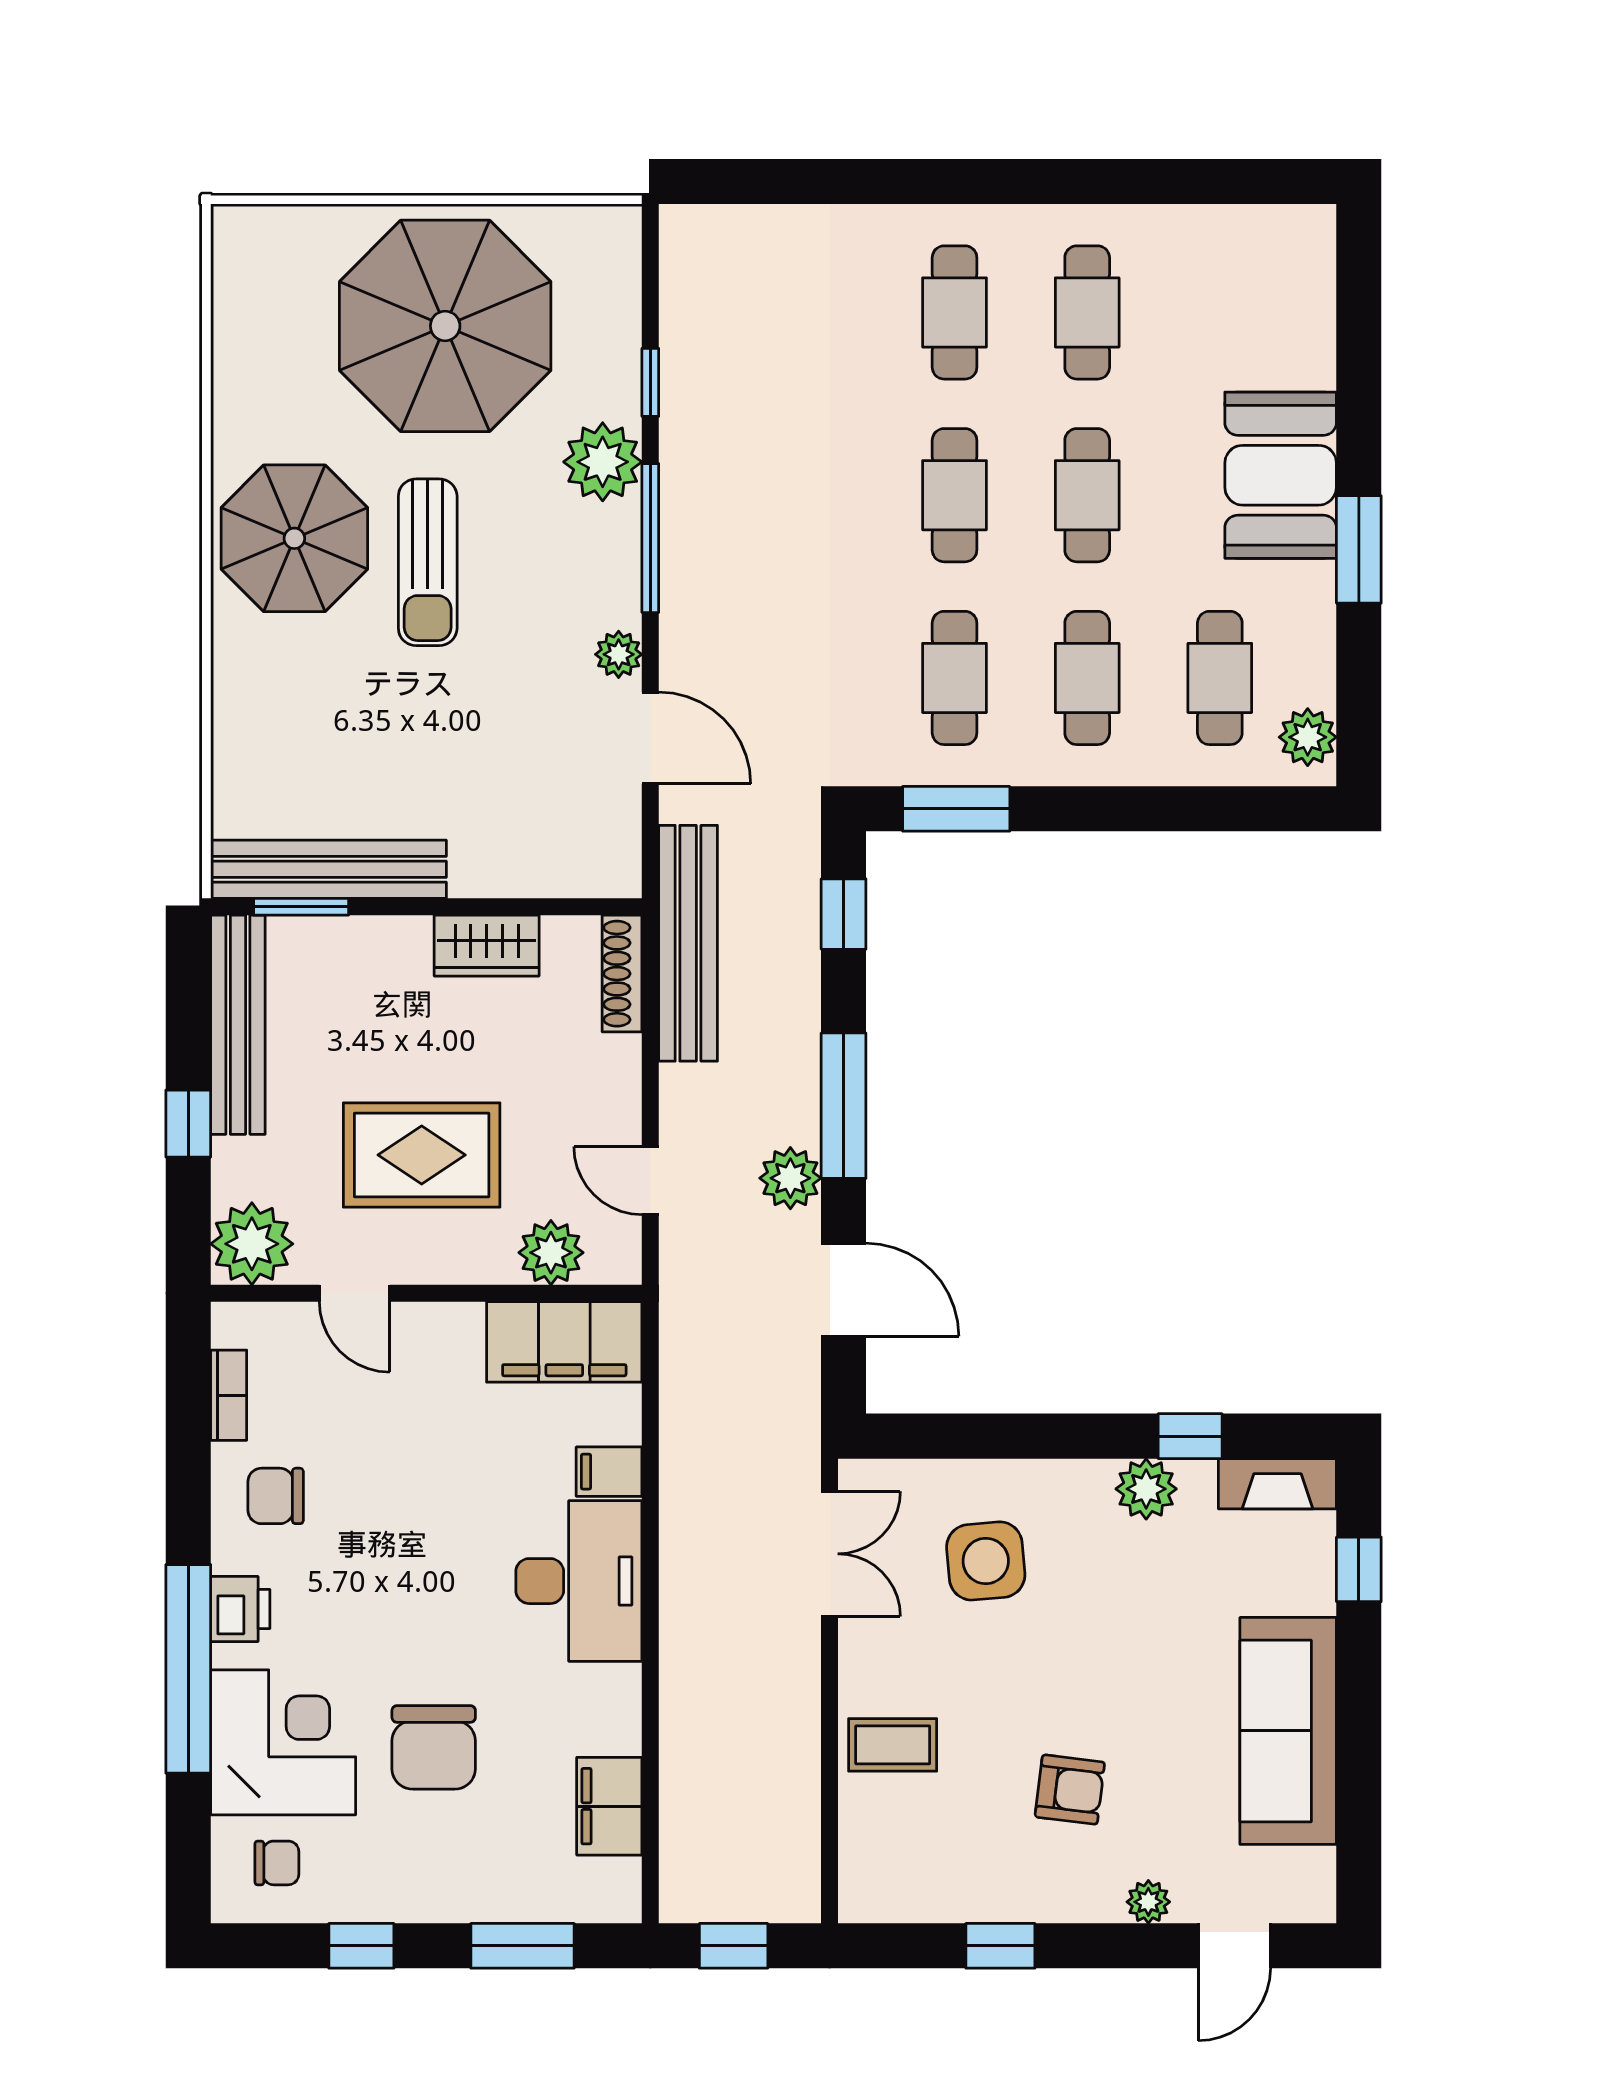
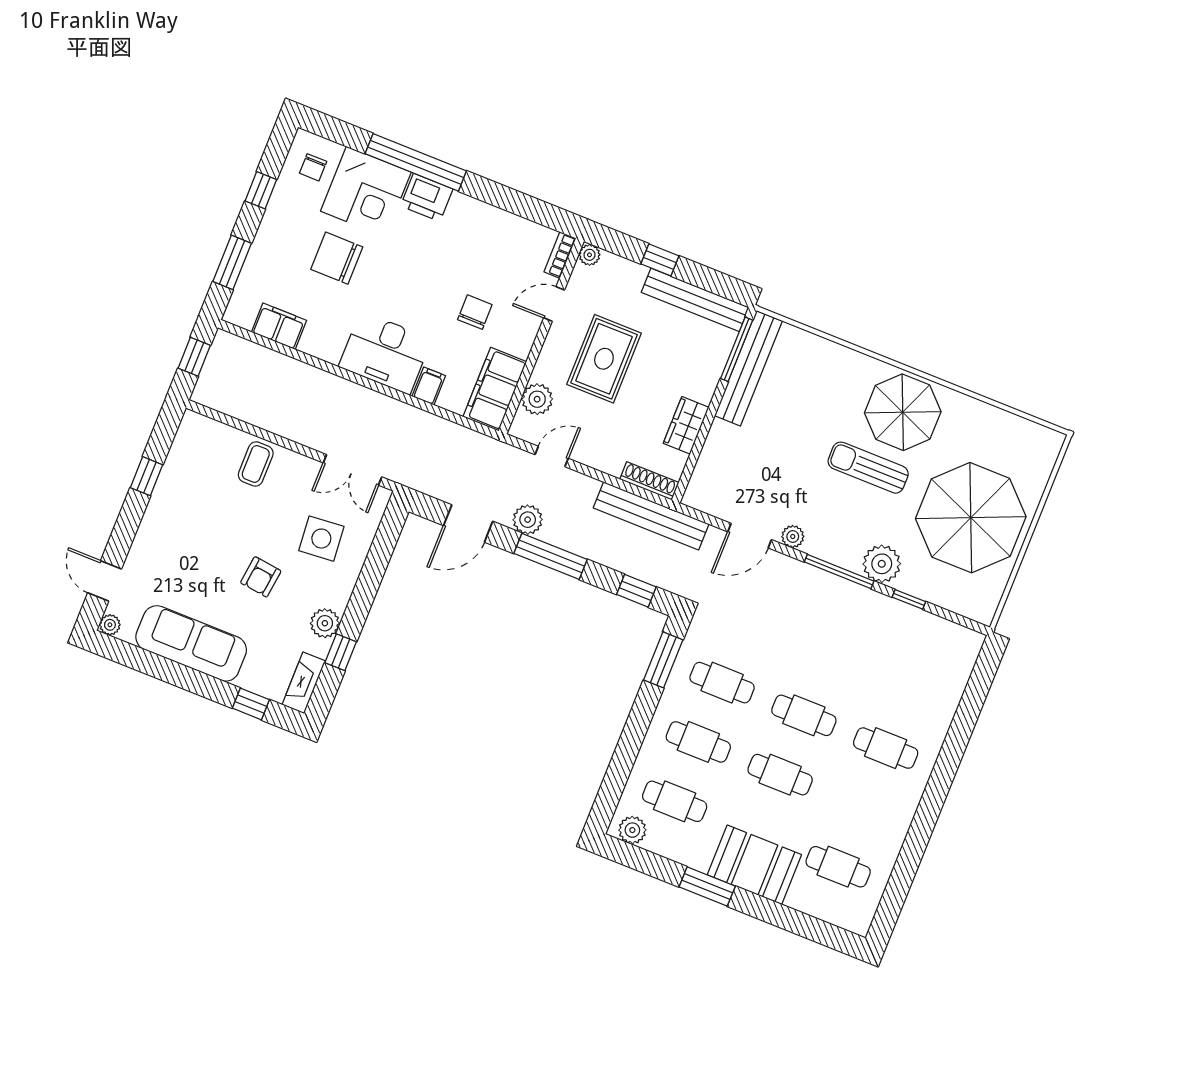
cafe table: (1087, 312) -> (838, 867), moved
window: (301, 907) -> (737, 349), width x1.44
plant: (252, 1244) -> (589, 255), width x0.53, depth x0.53
bookcase: (229, 1395) -> (560, 255), moved, turned 90
chair: (276, 1496) -> (475, 312), moved
printer: (240, 1609) -> (427, 197), width x1.36, depth x1.24
armchair: (1070, 1790) -> (261, 577), moved
plant: (1148, 1902) -> (110, 625), moved

